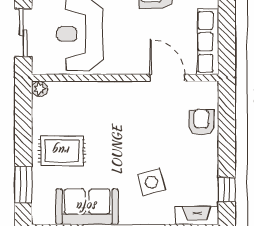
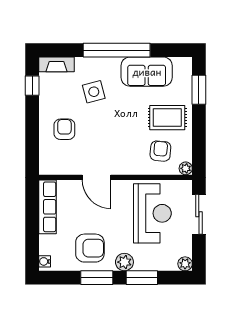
door: (167, 78) -> (96, 177), moved
armchair: (70, 110) -> (160, 151), added
armchair: (201, 122) -> (64, 129), moved, turned 180

